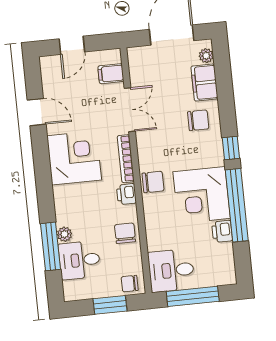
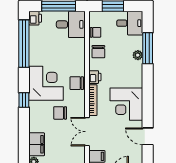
chair: (198, 120) -> (60, 113), moved
corner desk: (202, 195) -> (46, 83), moved
window: (237, 205) -> (24, 44), moved
printer: (222, 231) -> (35, 18), moved
desk: (79, 260) -> (130, 23), moved
chair: (130, 284) -> (96, 32), moved

